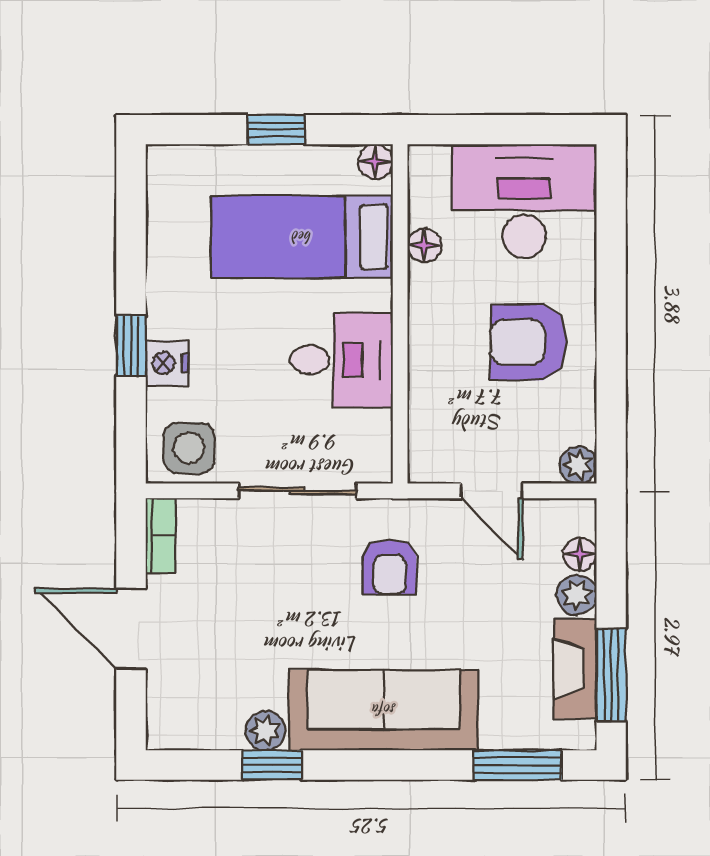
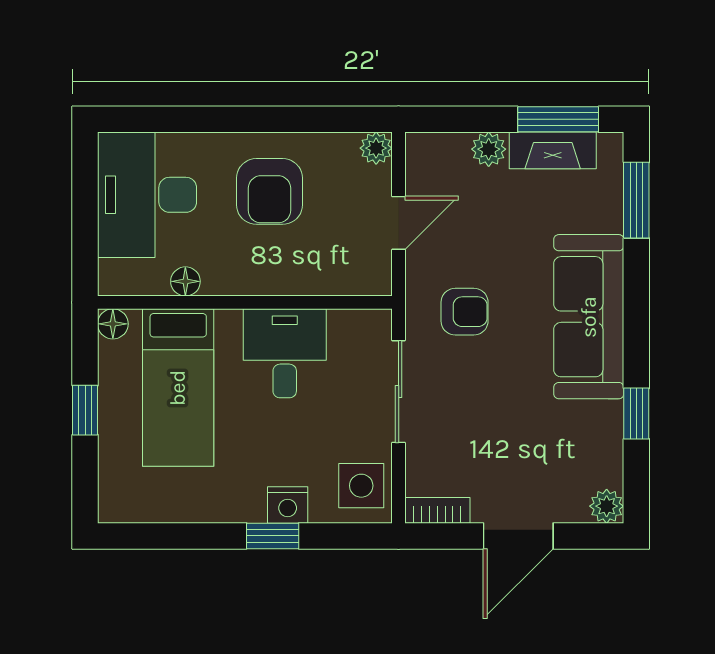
floor lamp: (580, 554) -> (453, 146), removed
plant: (265, 731) -> (607, 506), moved

